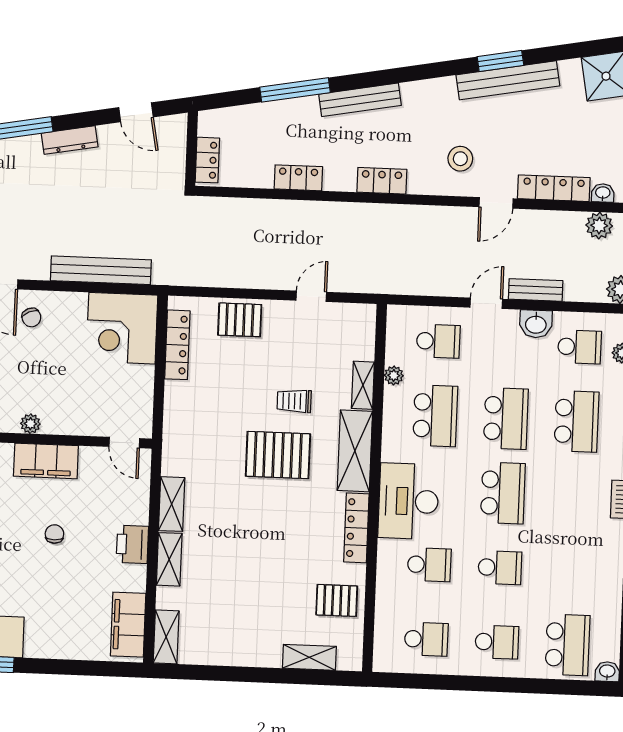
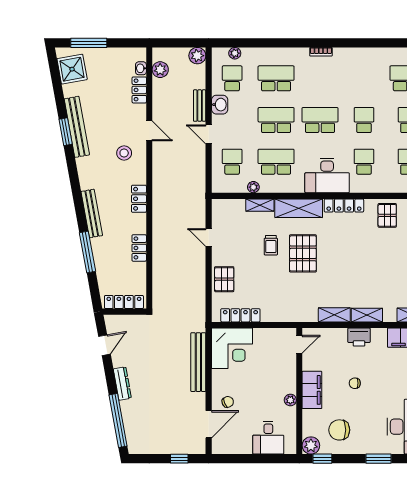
locker: (207, 160) -> (124, 302), width x1.53
locker: (554, 188) -> (139, 90), width x0.66

